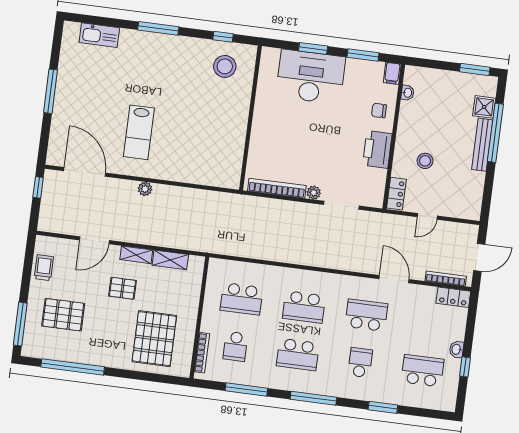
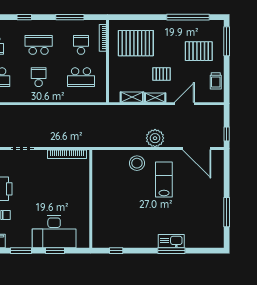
window: (158, 28) -> (171, 251), moved
kitchen sink: (99, 35) -> (171, 241), moved
stool: (225, 66) -> (137, 163), moved
window: (51, 91) -> (227, 212), moved
plant: (145, 189) -> (155, 138), width x1.87, depth x1.87
plant: (314, 193) -> (42, 154), removed
school desk: (242, 299) -> (81, 77), turned 180
school desk: (304, 307) -> (39, 77), width x0.54
pallet: (154, 339) -> (136, 43), turned 90
window: (313, 398) -> (24, 17), width x0.46

